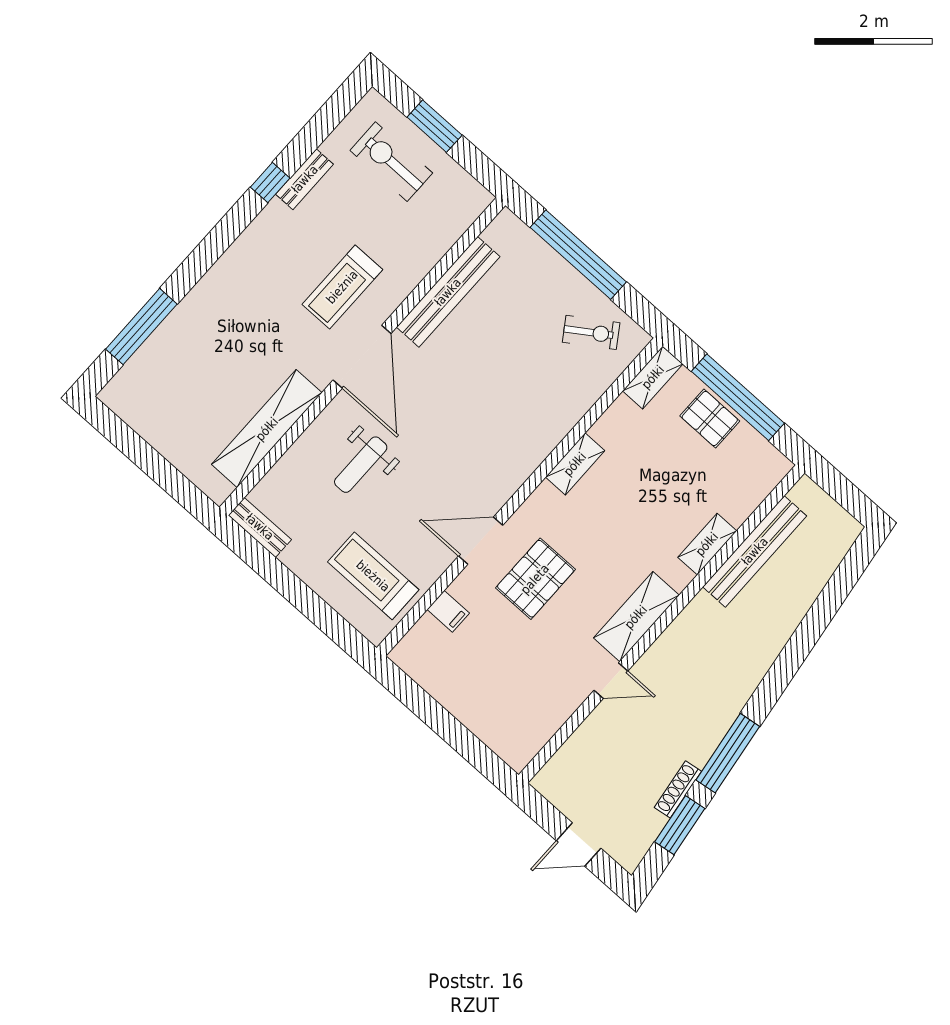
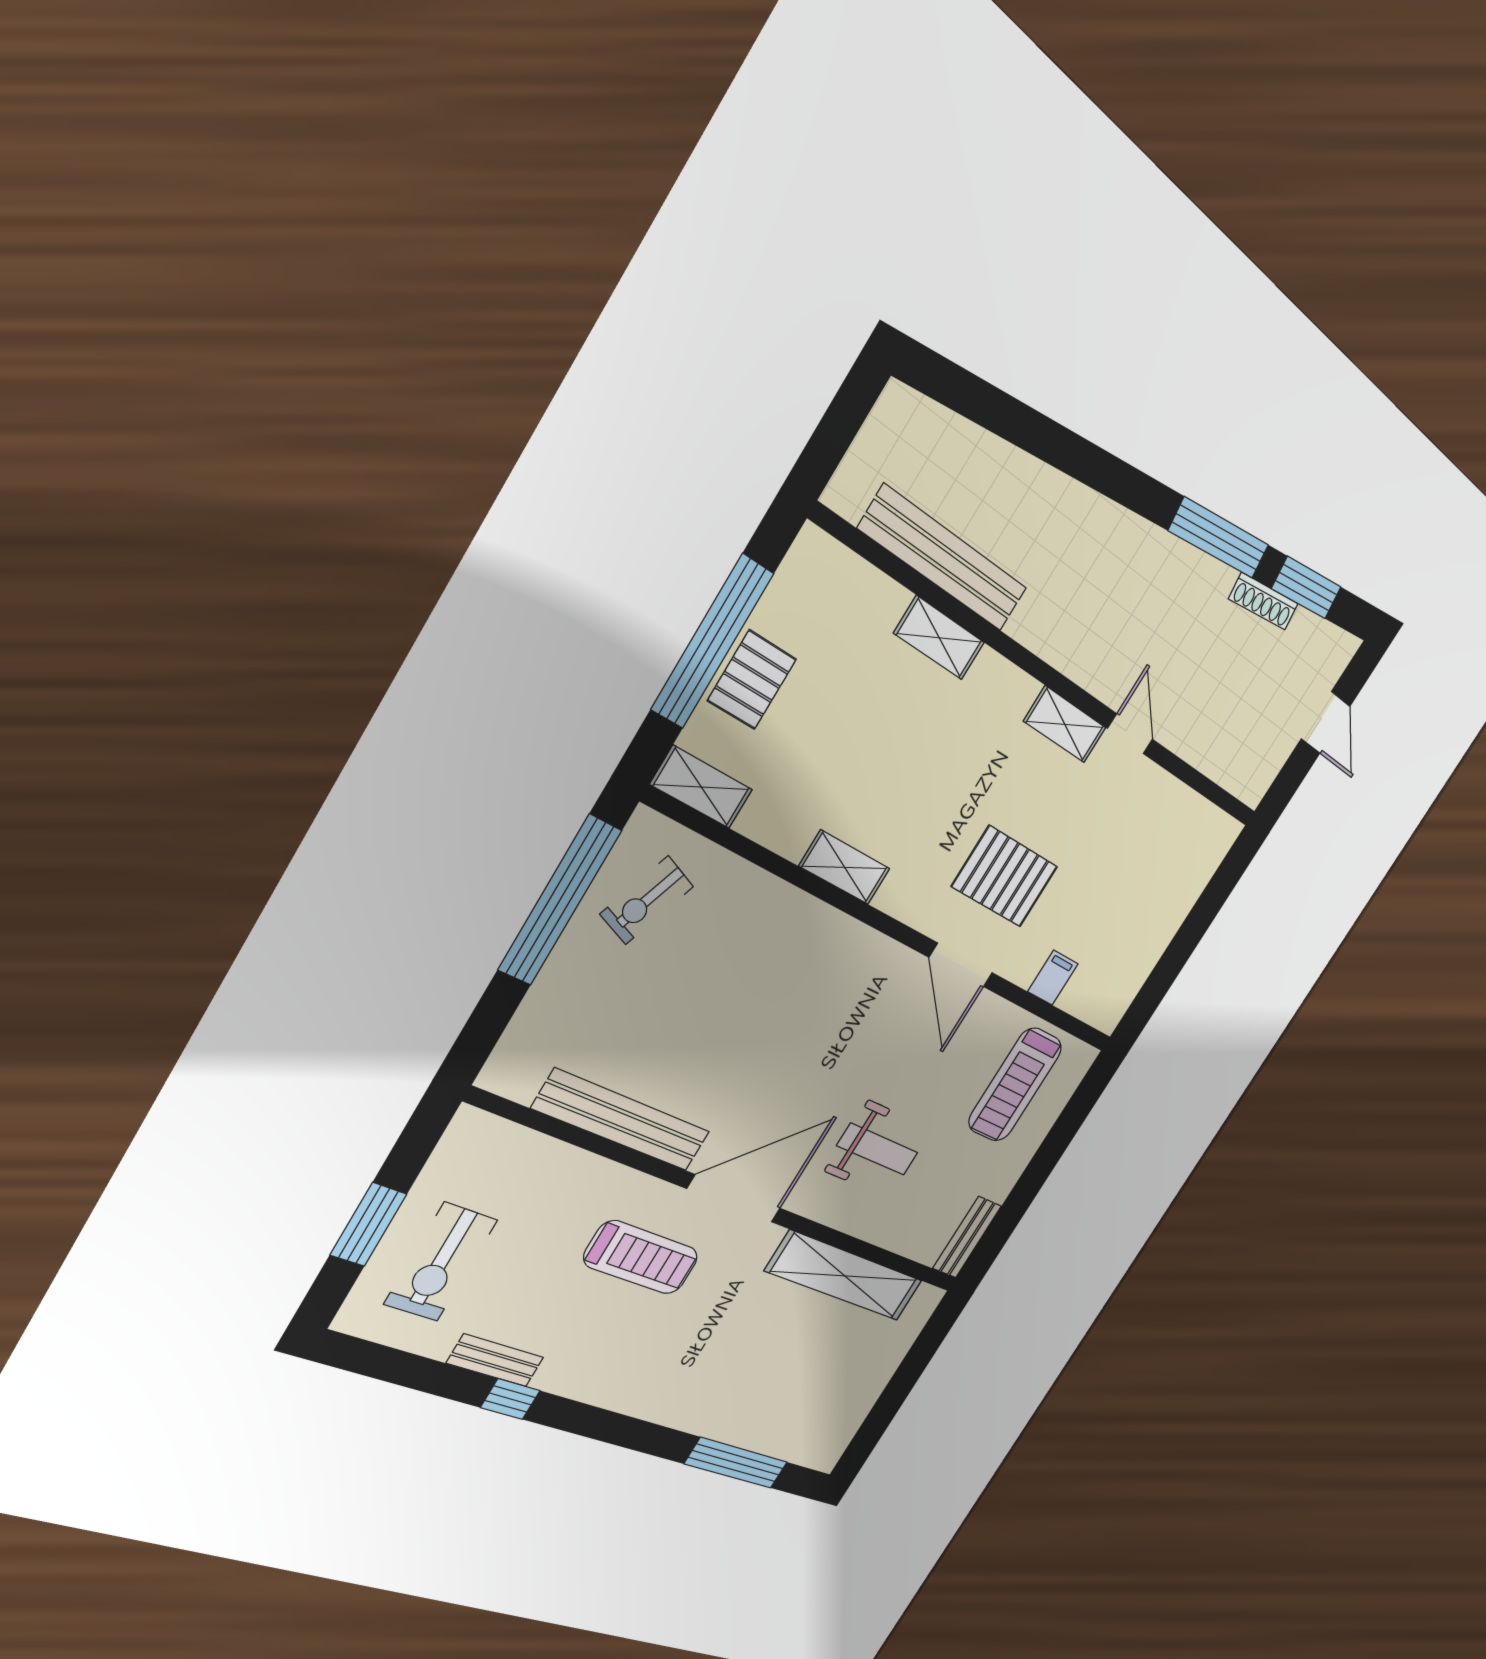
window: (578, 255) -> (560, 900), moved
exercise bike: (591, 332) -> (647, 900), turned -125
shelving: (636, 617) -> (1065, 724), width x0.67, depth x0.75

